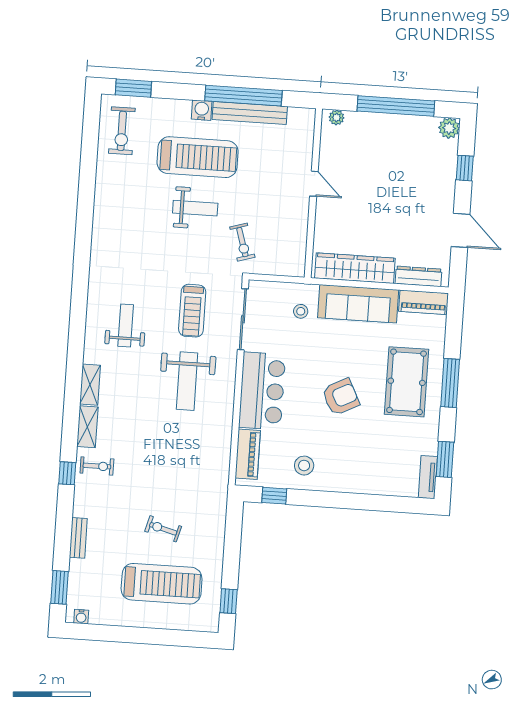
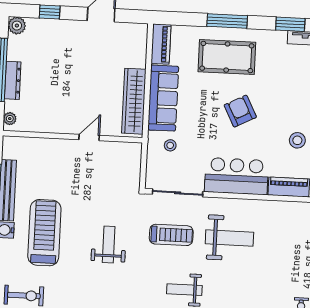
door: (314, 184) -> (89, 137), moved
weight bench: (195, 208) -> (109, 245), moved
exercise bike: (242, 242) -> (114, 194), removed
dresser: (418, 276) -> (13, 80), moved, turned 180

